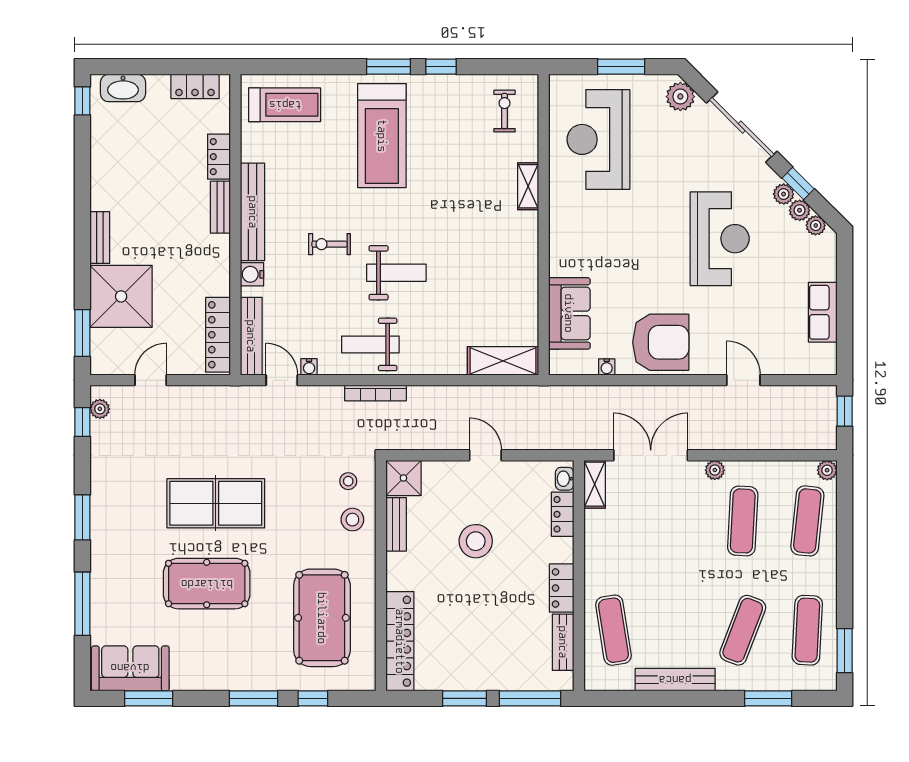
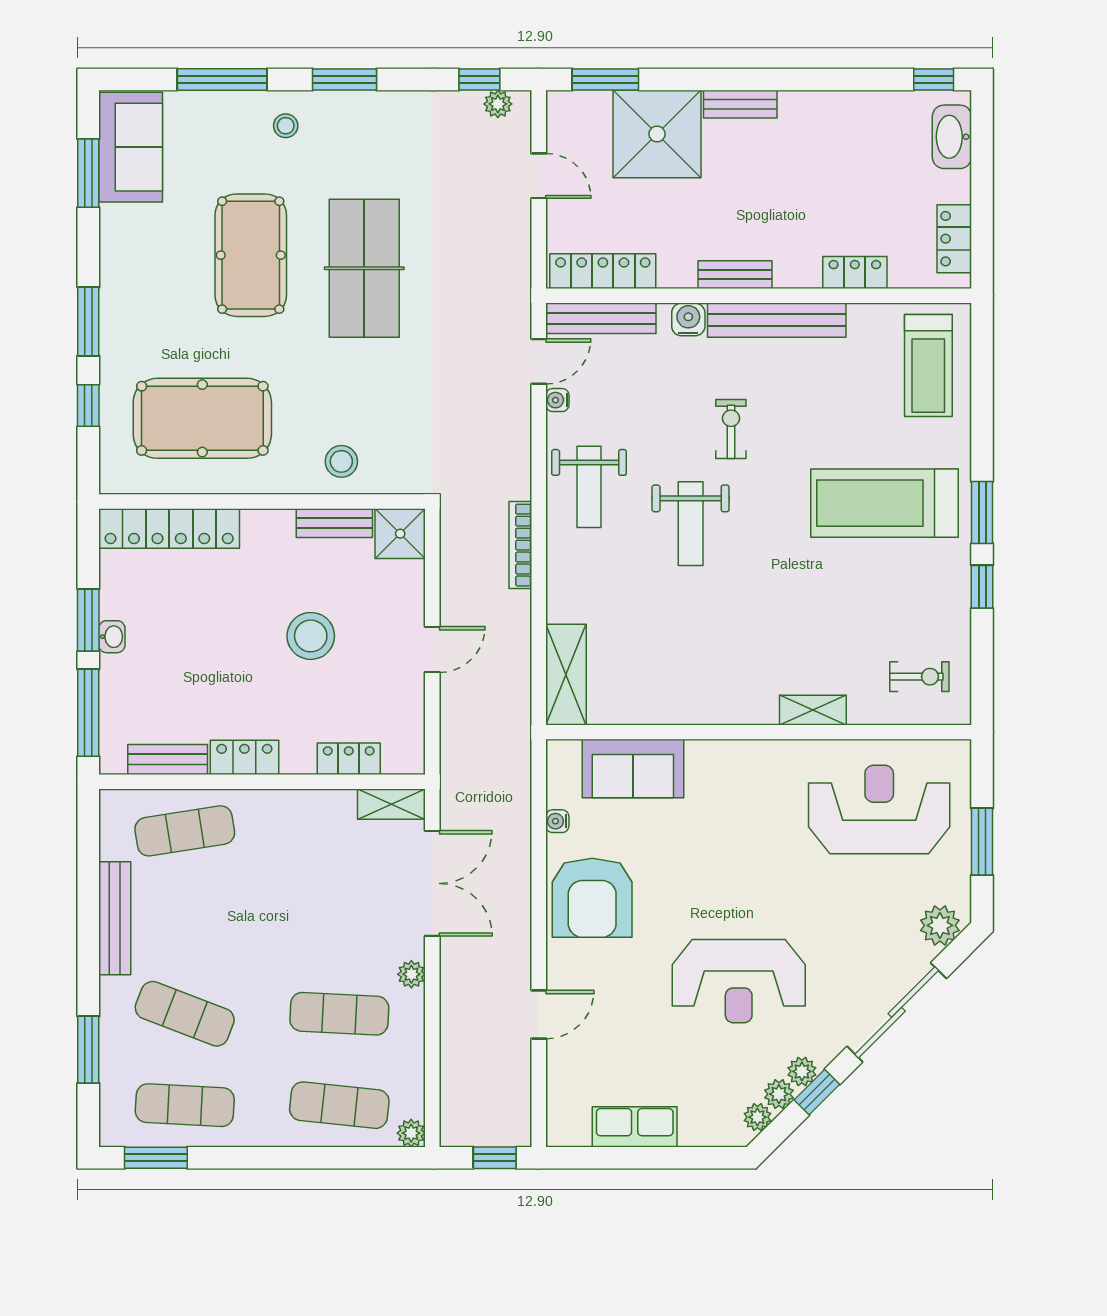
bench: (220, 207) -> (735, 275), moved
weight bench: (370, 344) -> (589, 487), turned 180
bookcase: (376, 393) -> (520, 545), moved
washbasin: (565, 479) -> (112, 637), moved, turned 90
stool: (348, 481) -> (286, 126), moved

